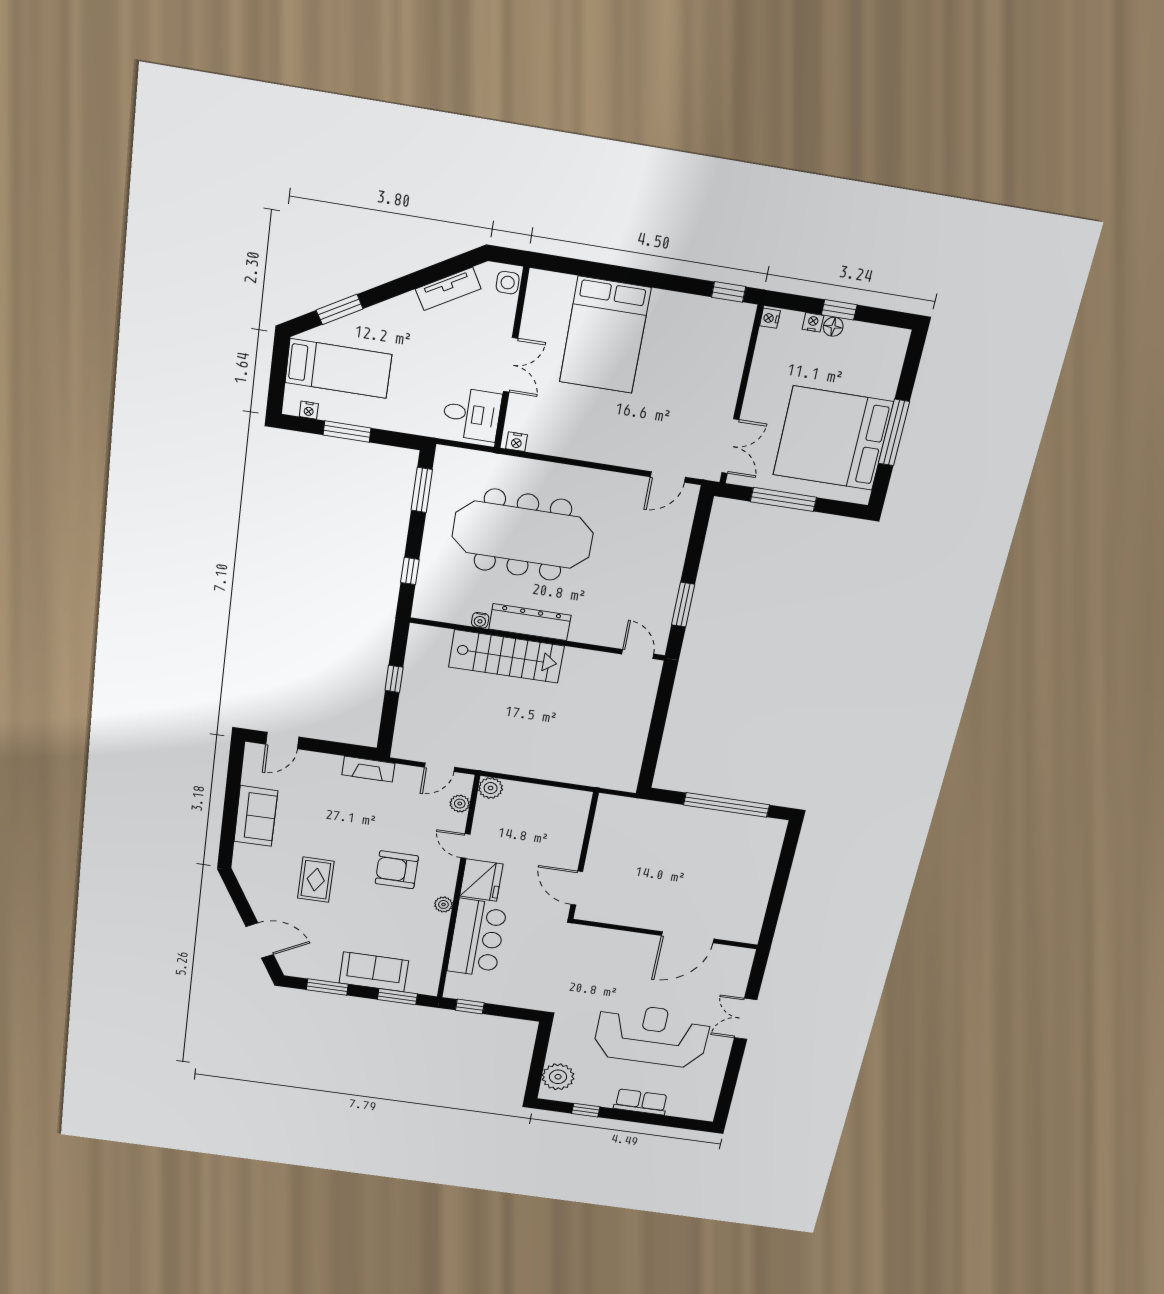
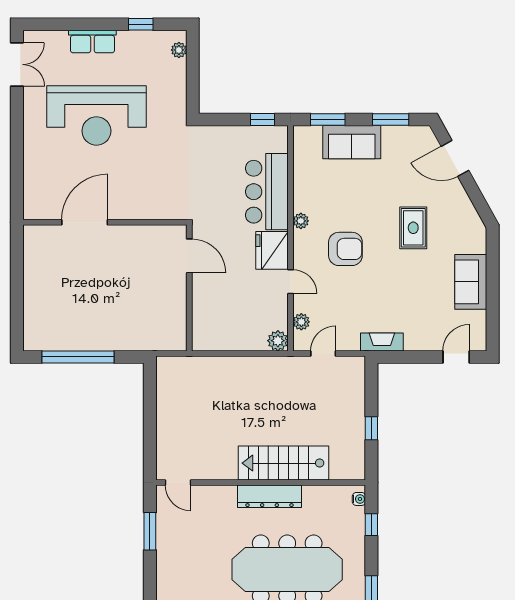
water cooler: (480, 620) -> (359, 499), moved, turned 90
double door: (746, 1019) -> (17, 64), moved
plant: (558, 1077) -> (179, 50), width x0.53, depth x0.53

